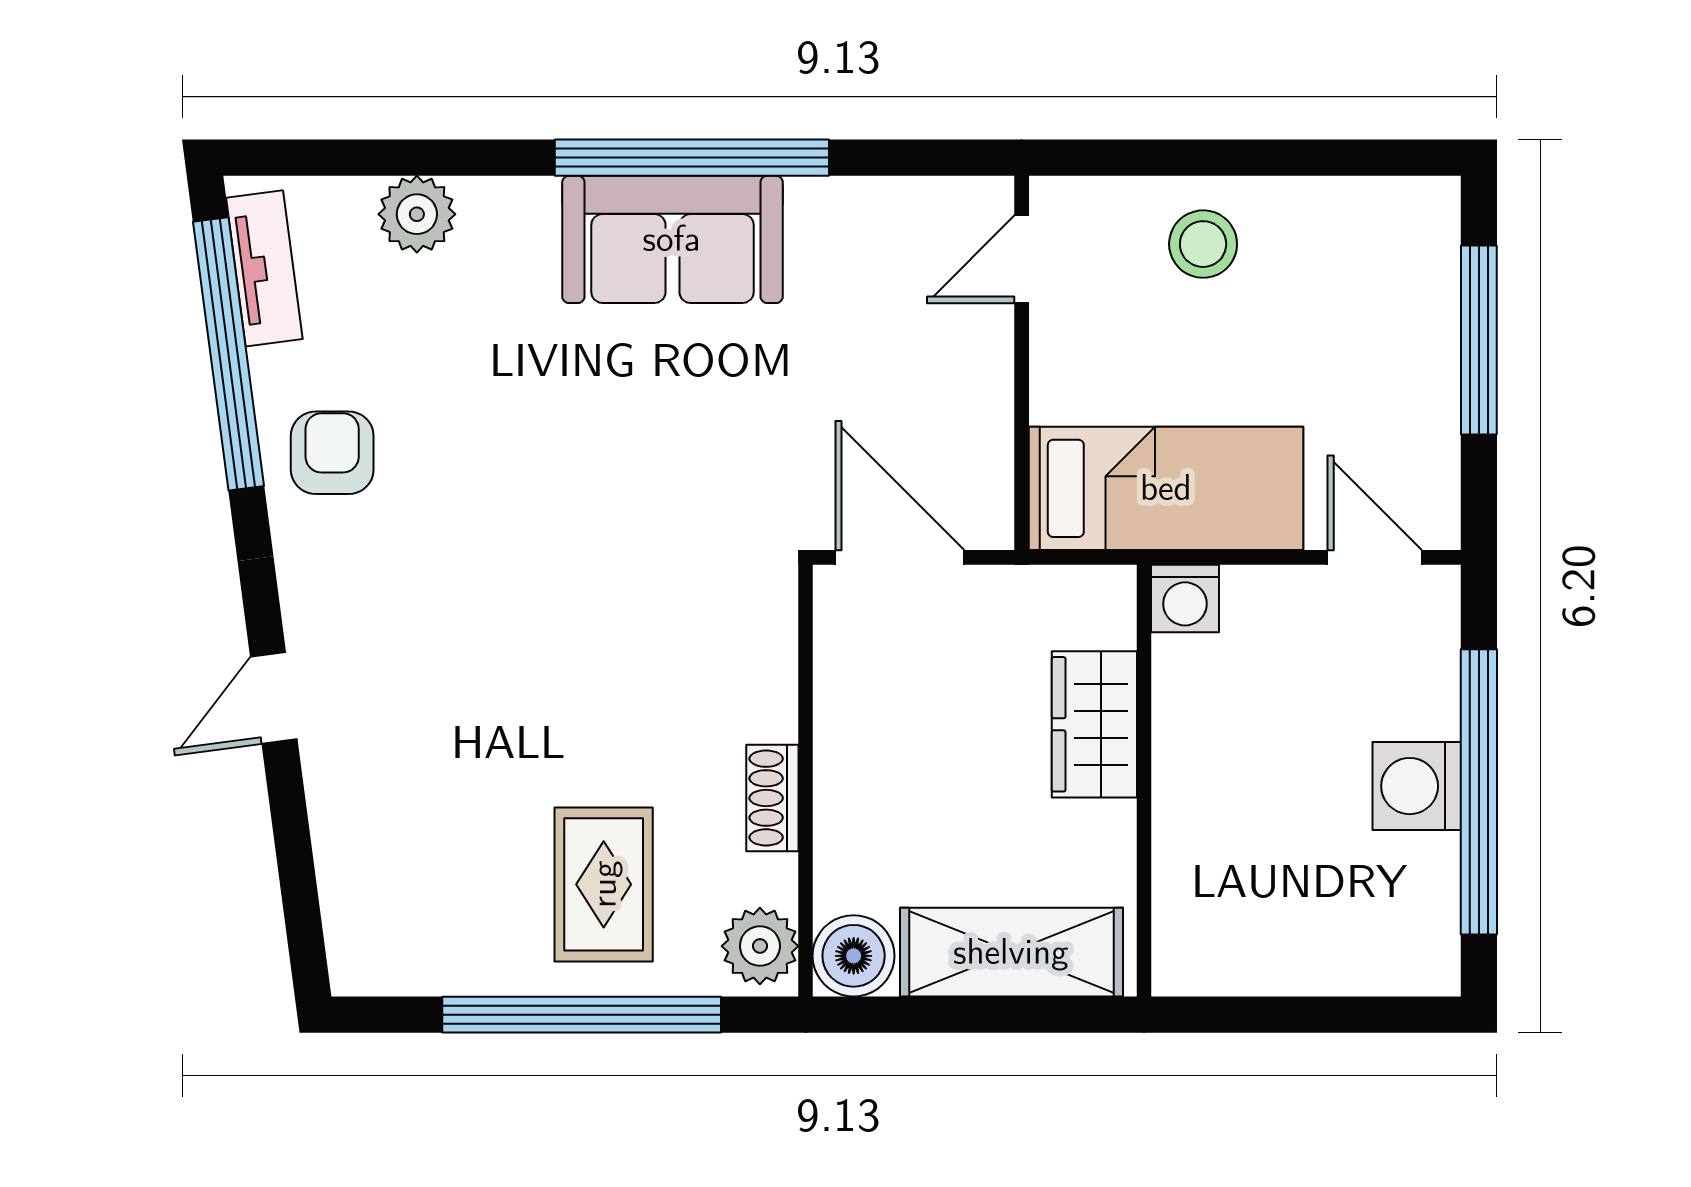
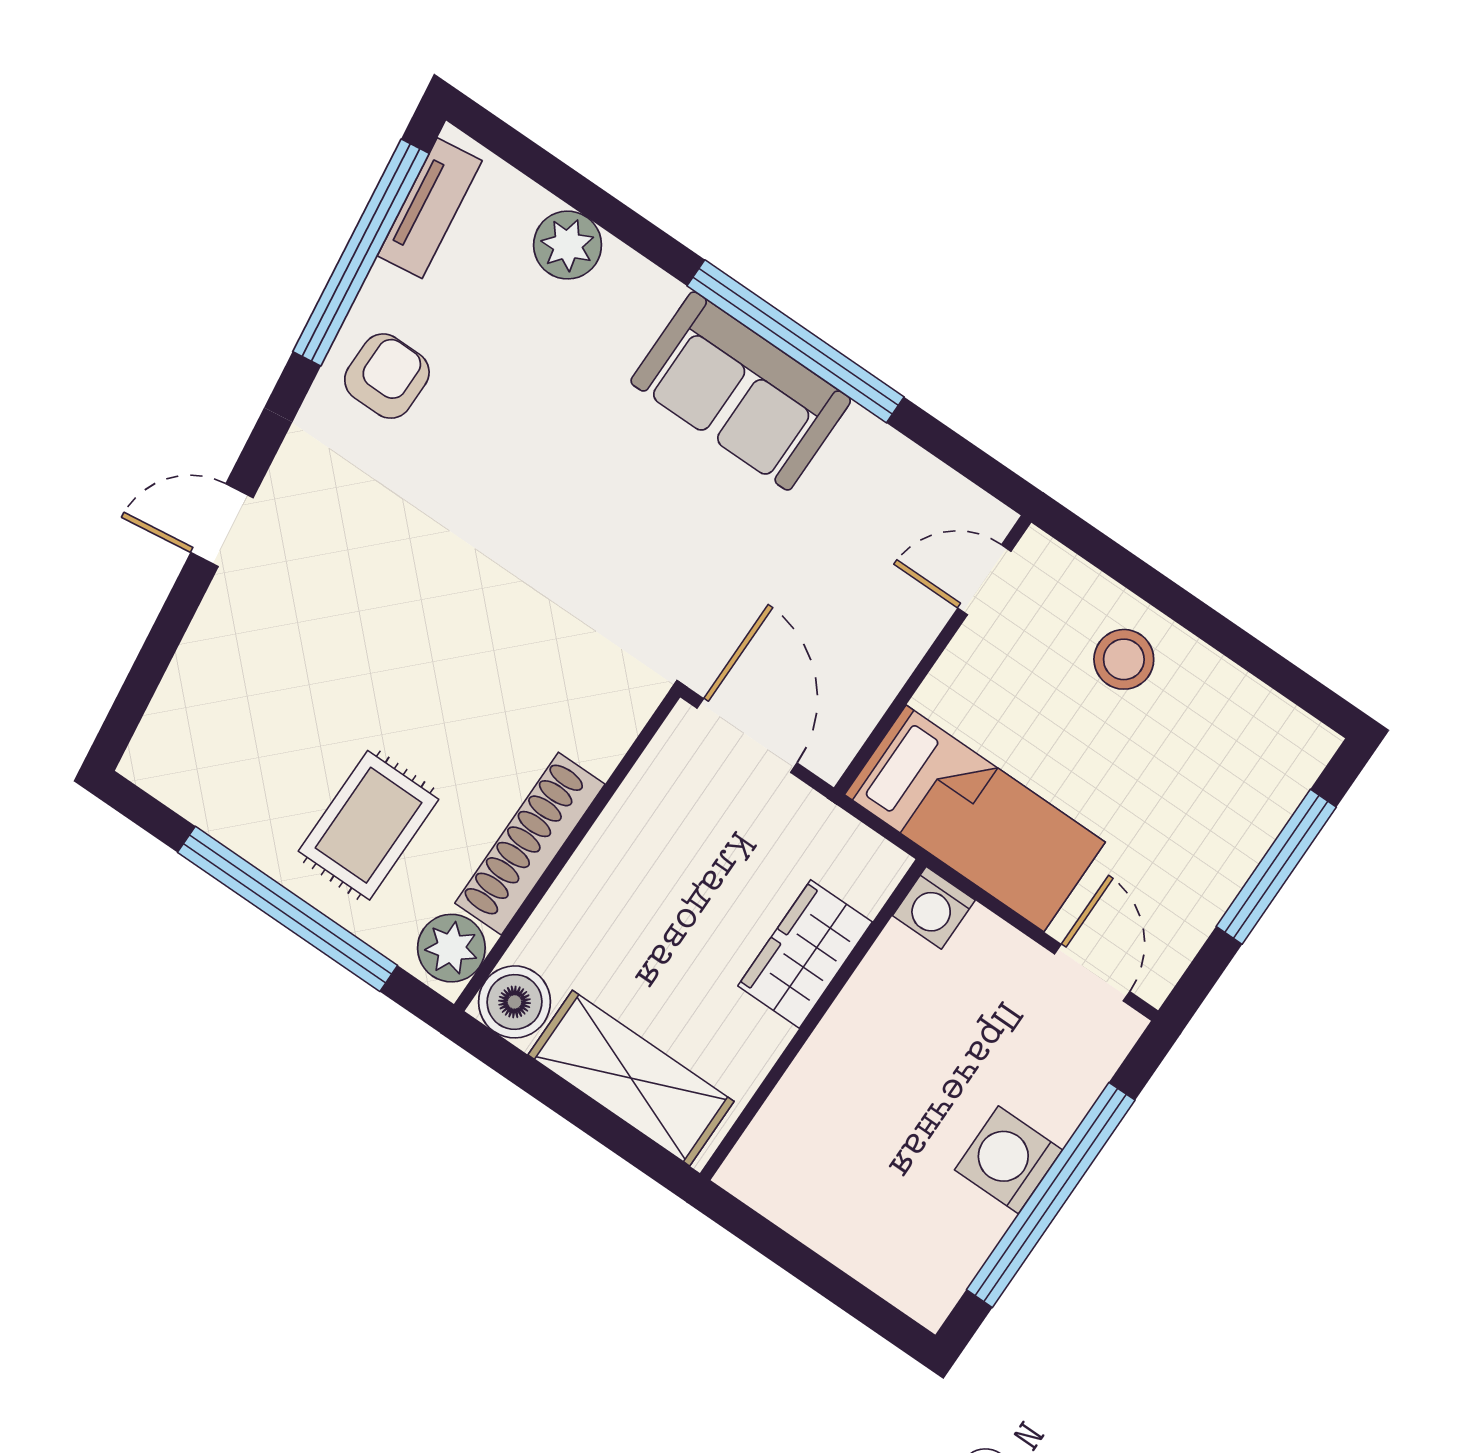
shoe rack: (772, 798) -> (530, 844), width x1.94, depth x1.24

